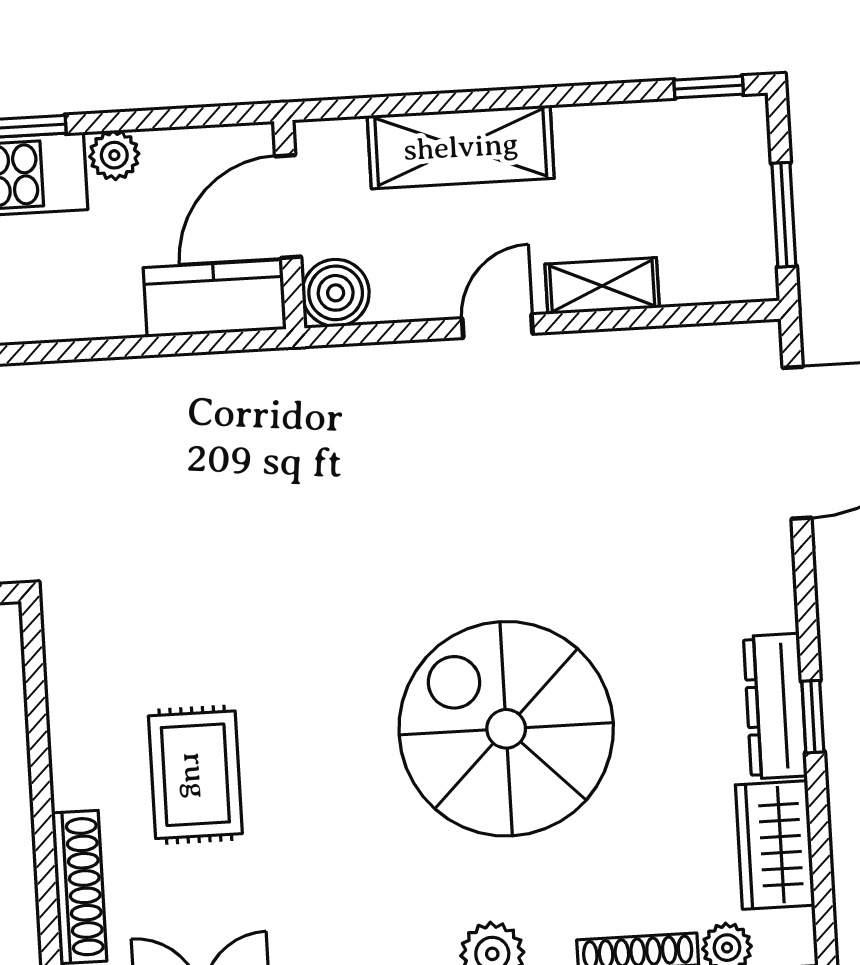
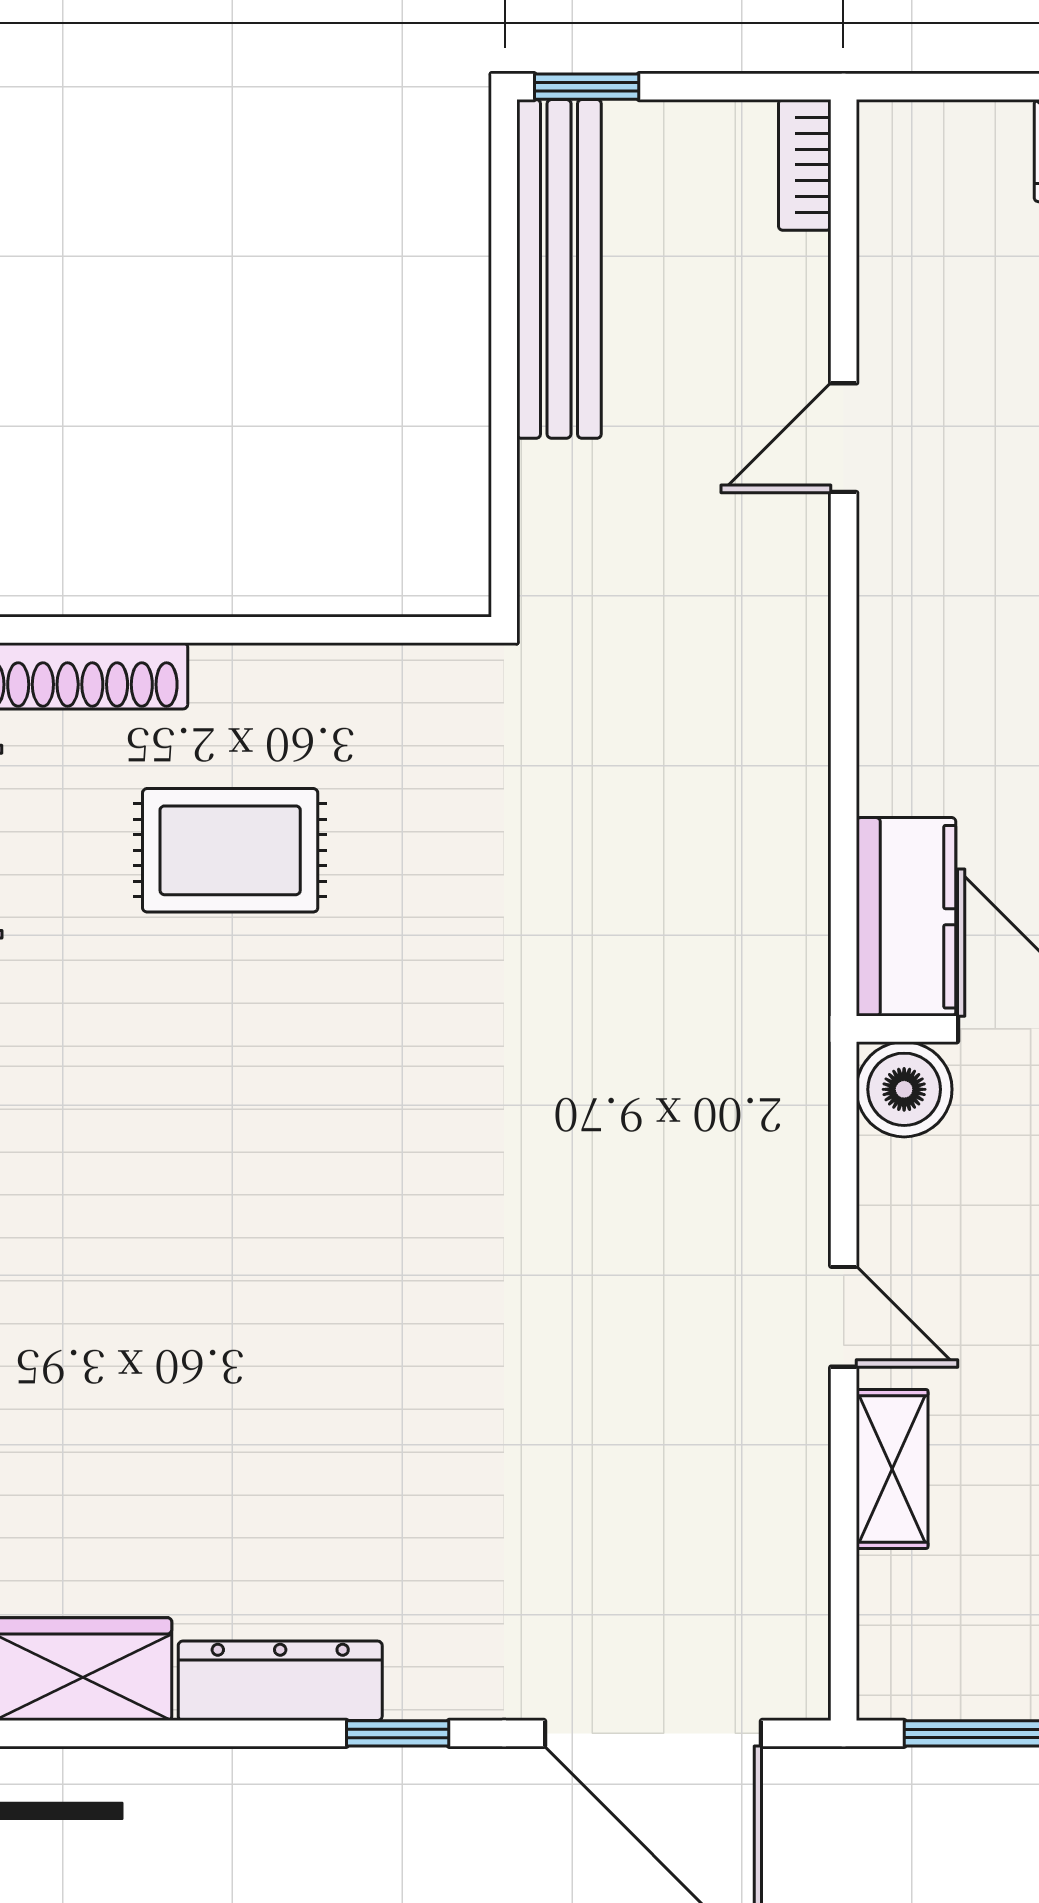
window: (813, 717) -> (398, 1733), moved
spiral stairs: (506, 729) -> (270, 1296), removed

